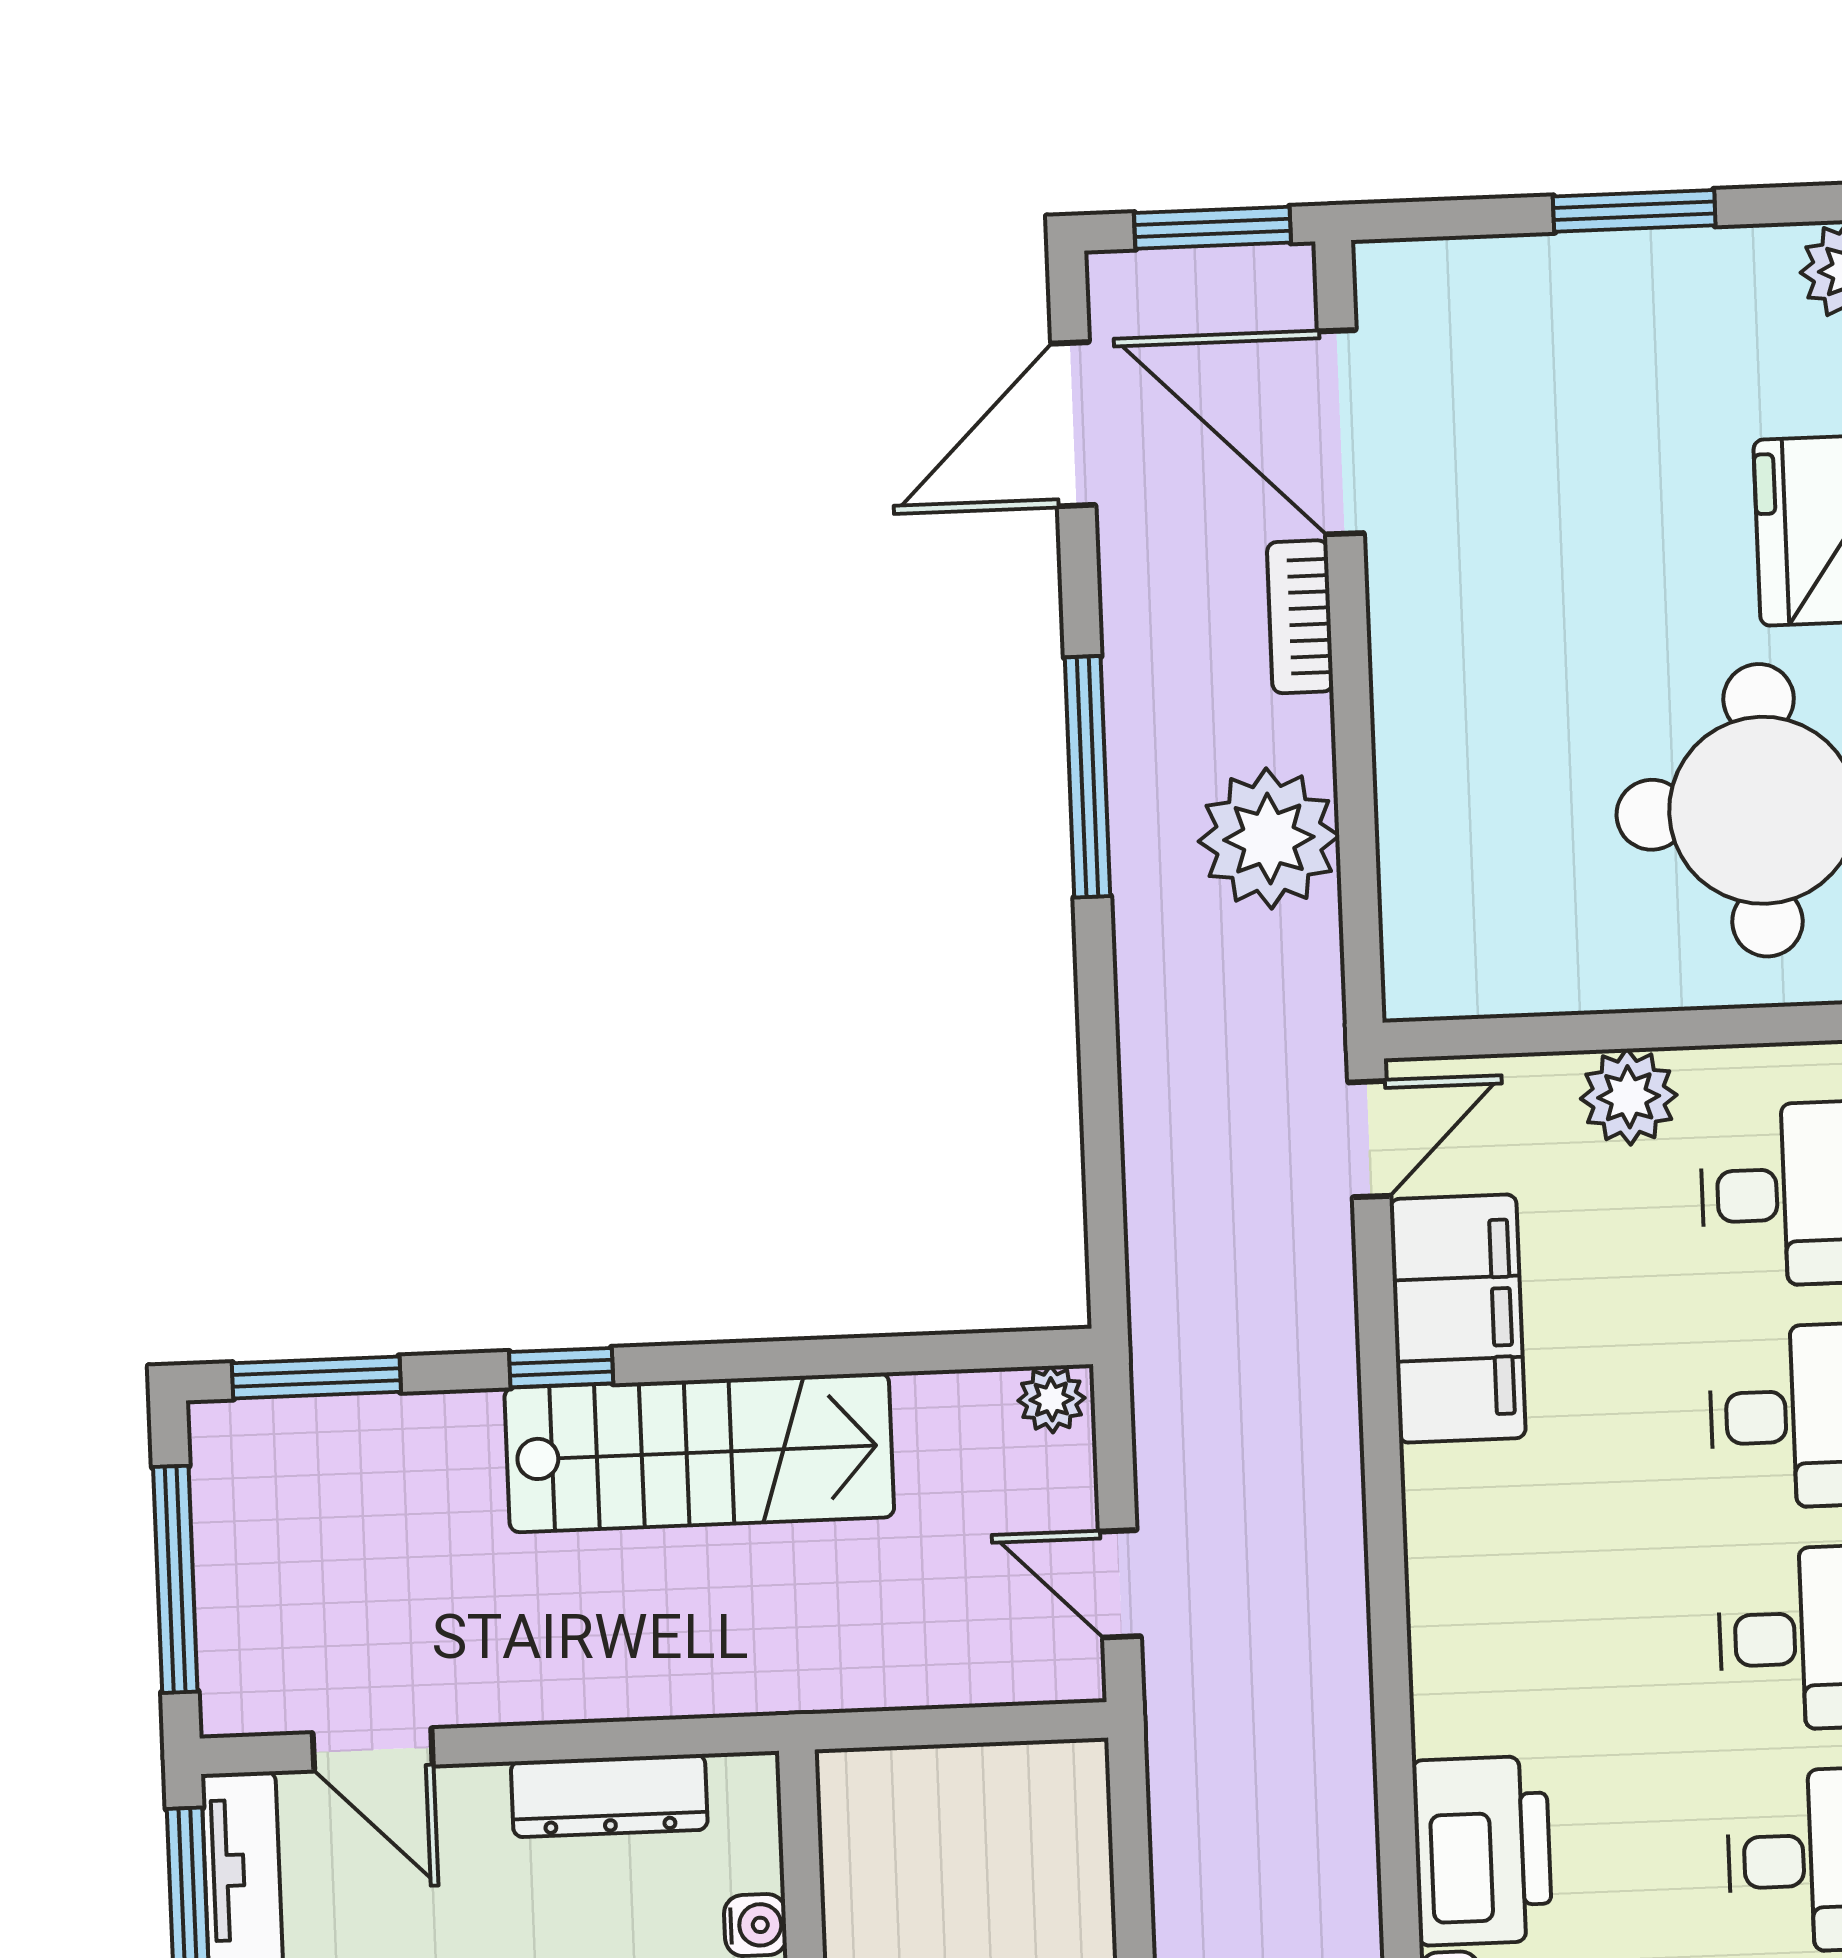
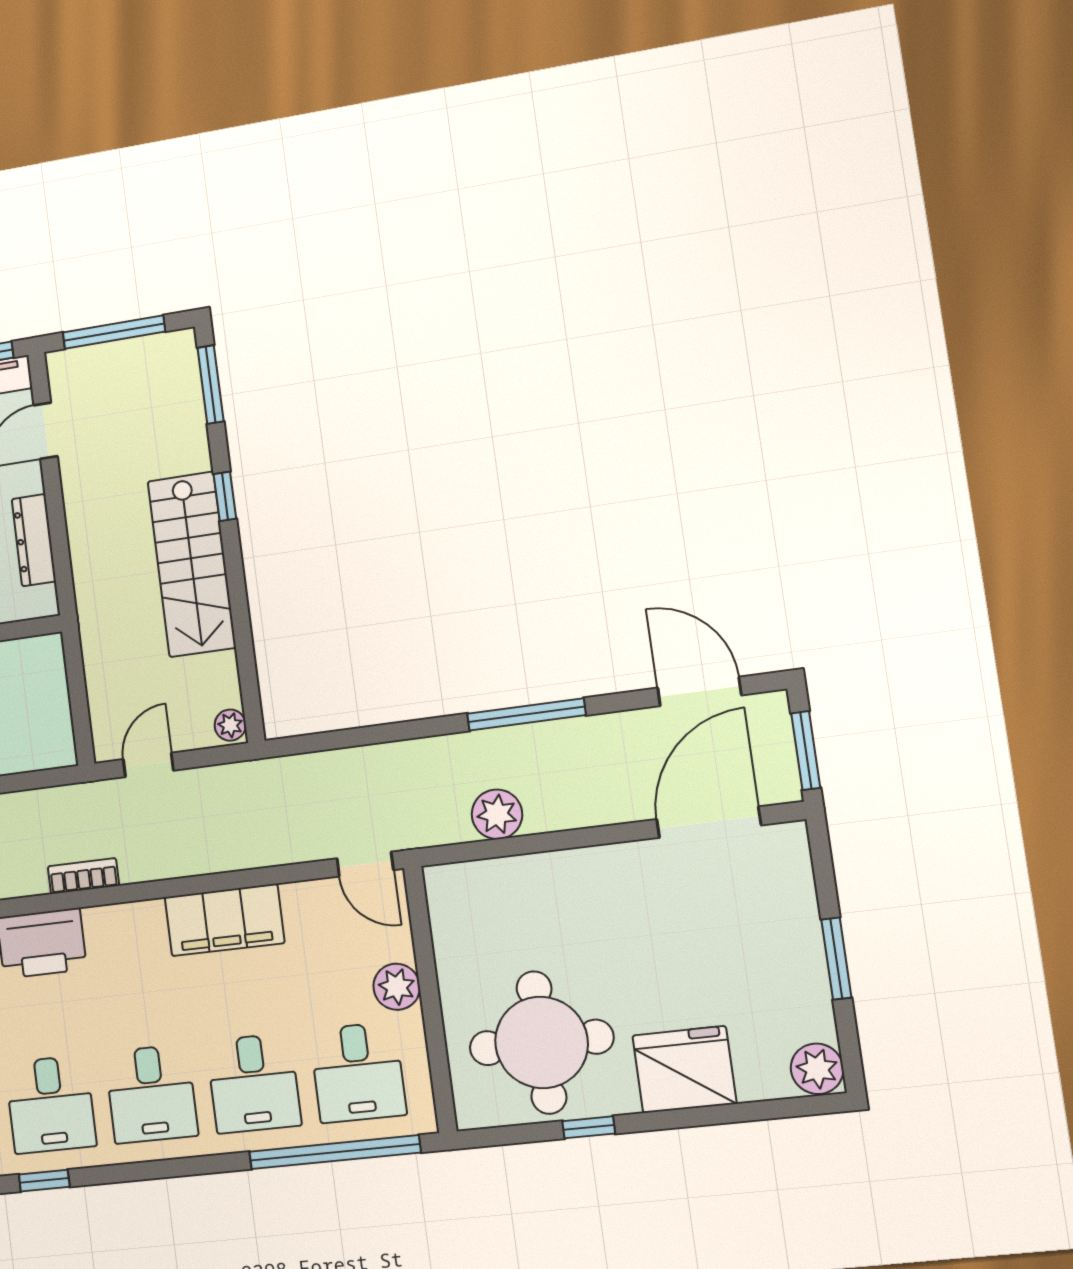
bookcase: (1300, 617) -> (83, 876), moved
plant: (1269, 838) -> (497, 814), width x0.73, depth x0.73
filing cabinet: (1458, 1319) -> (224, 920), moved

